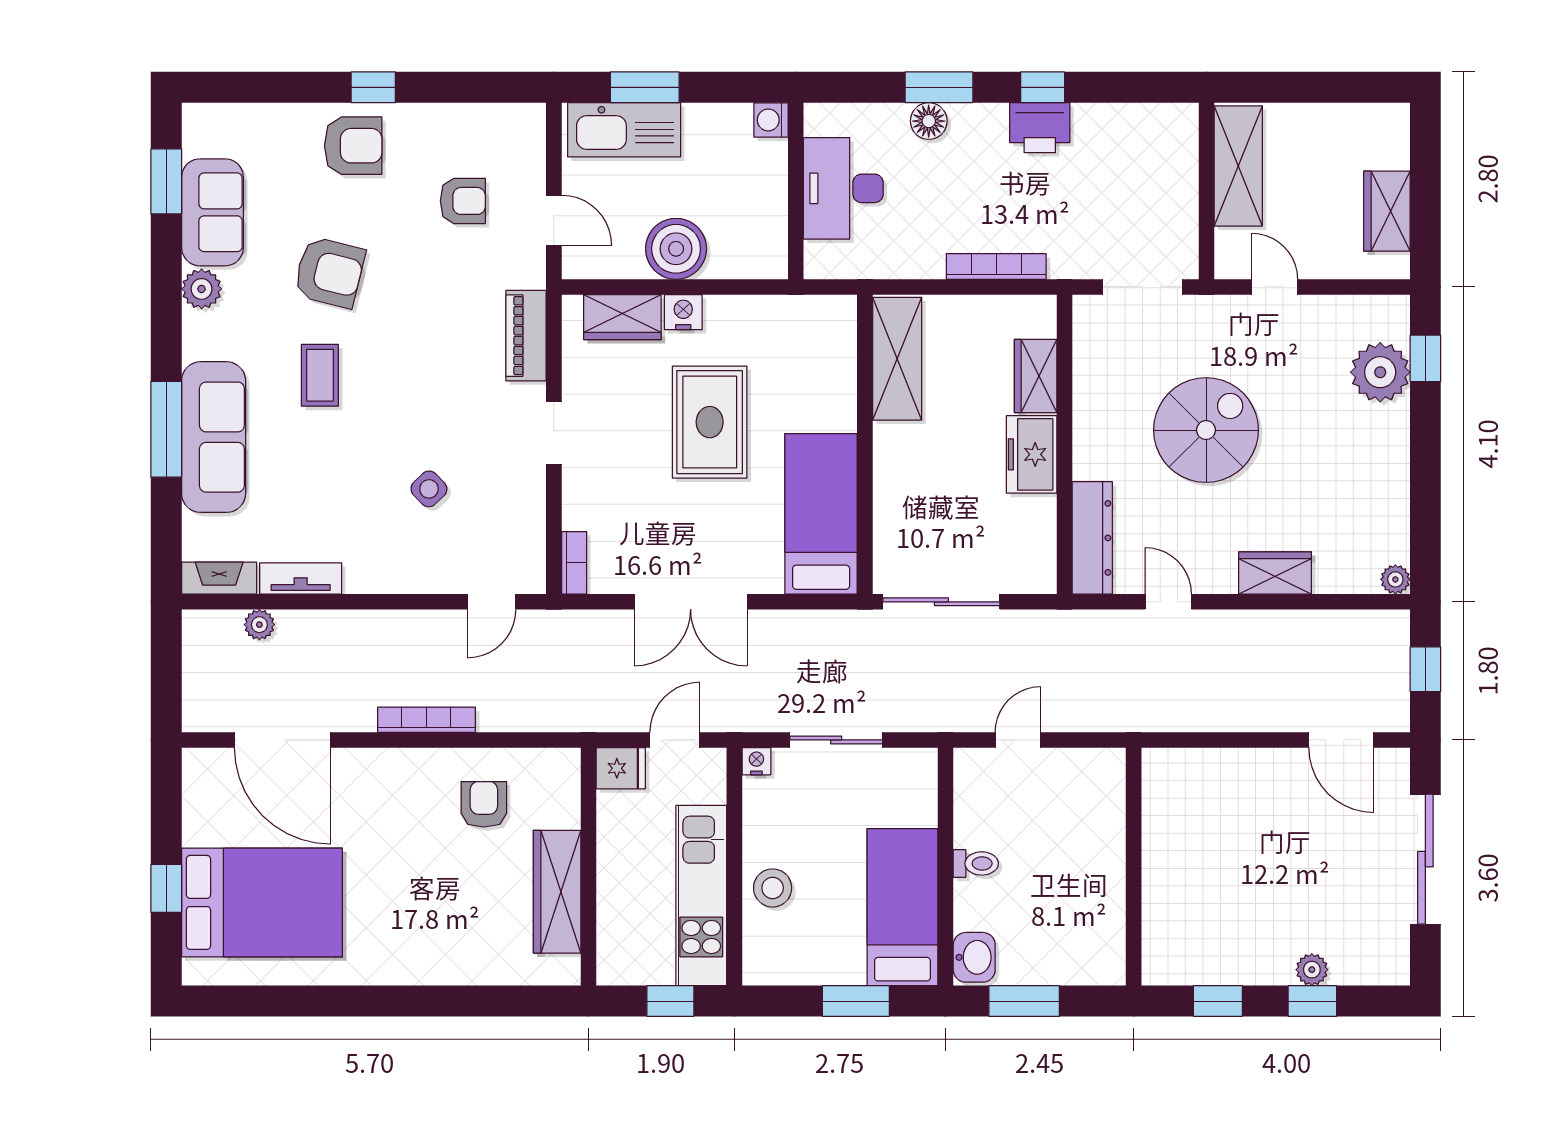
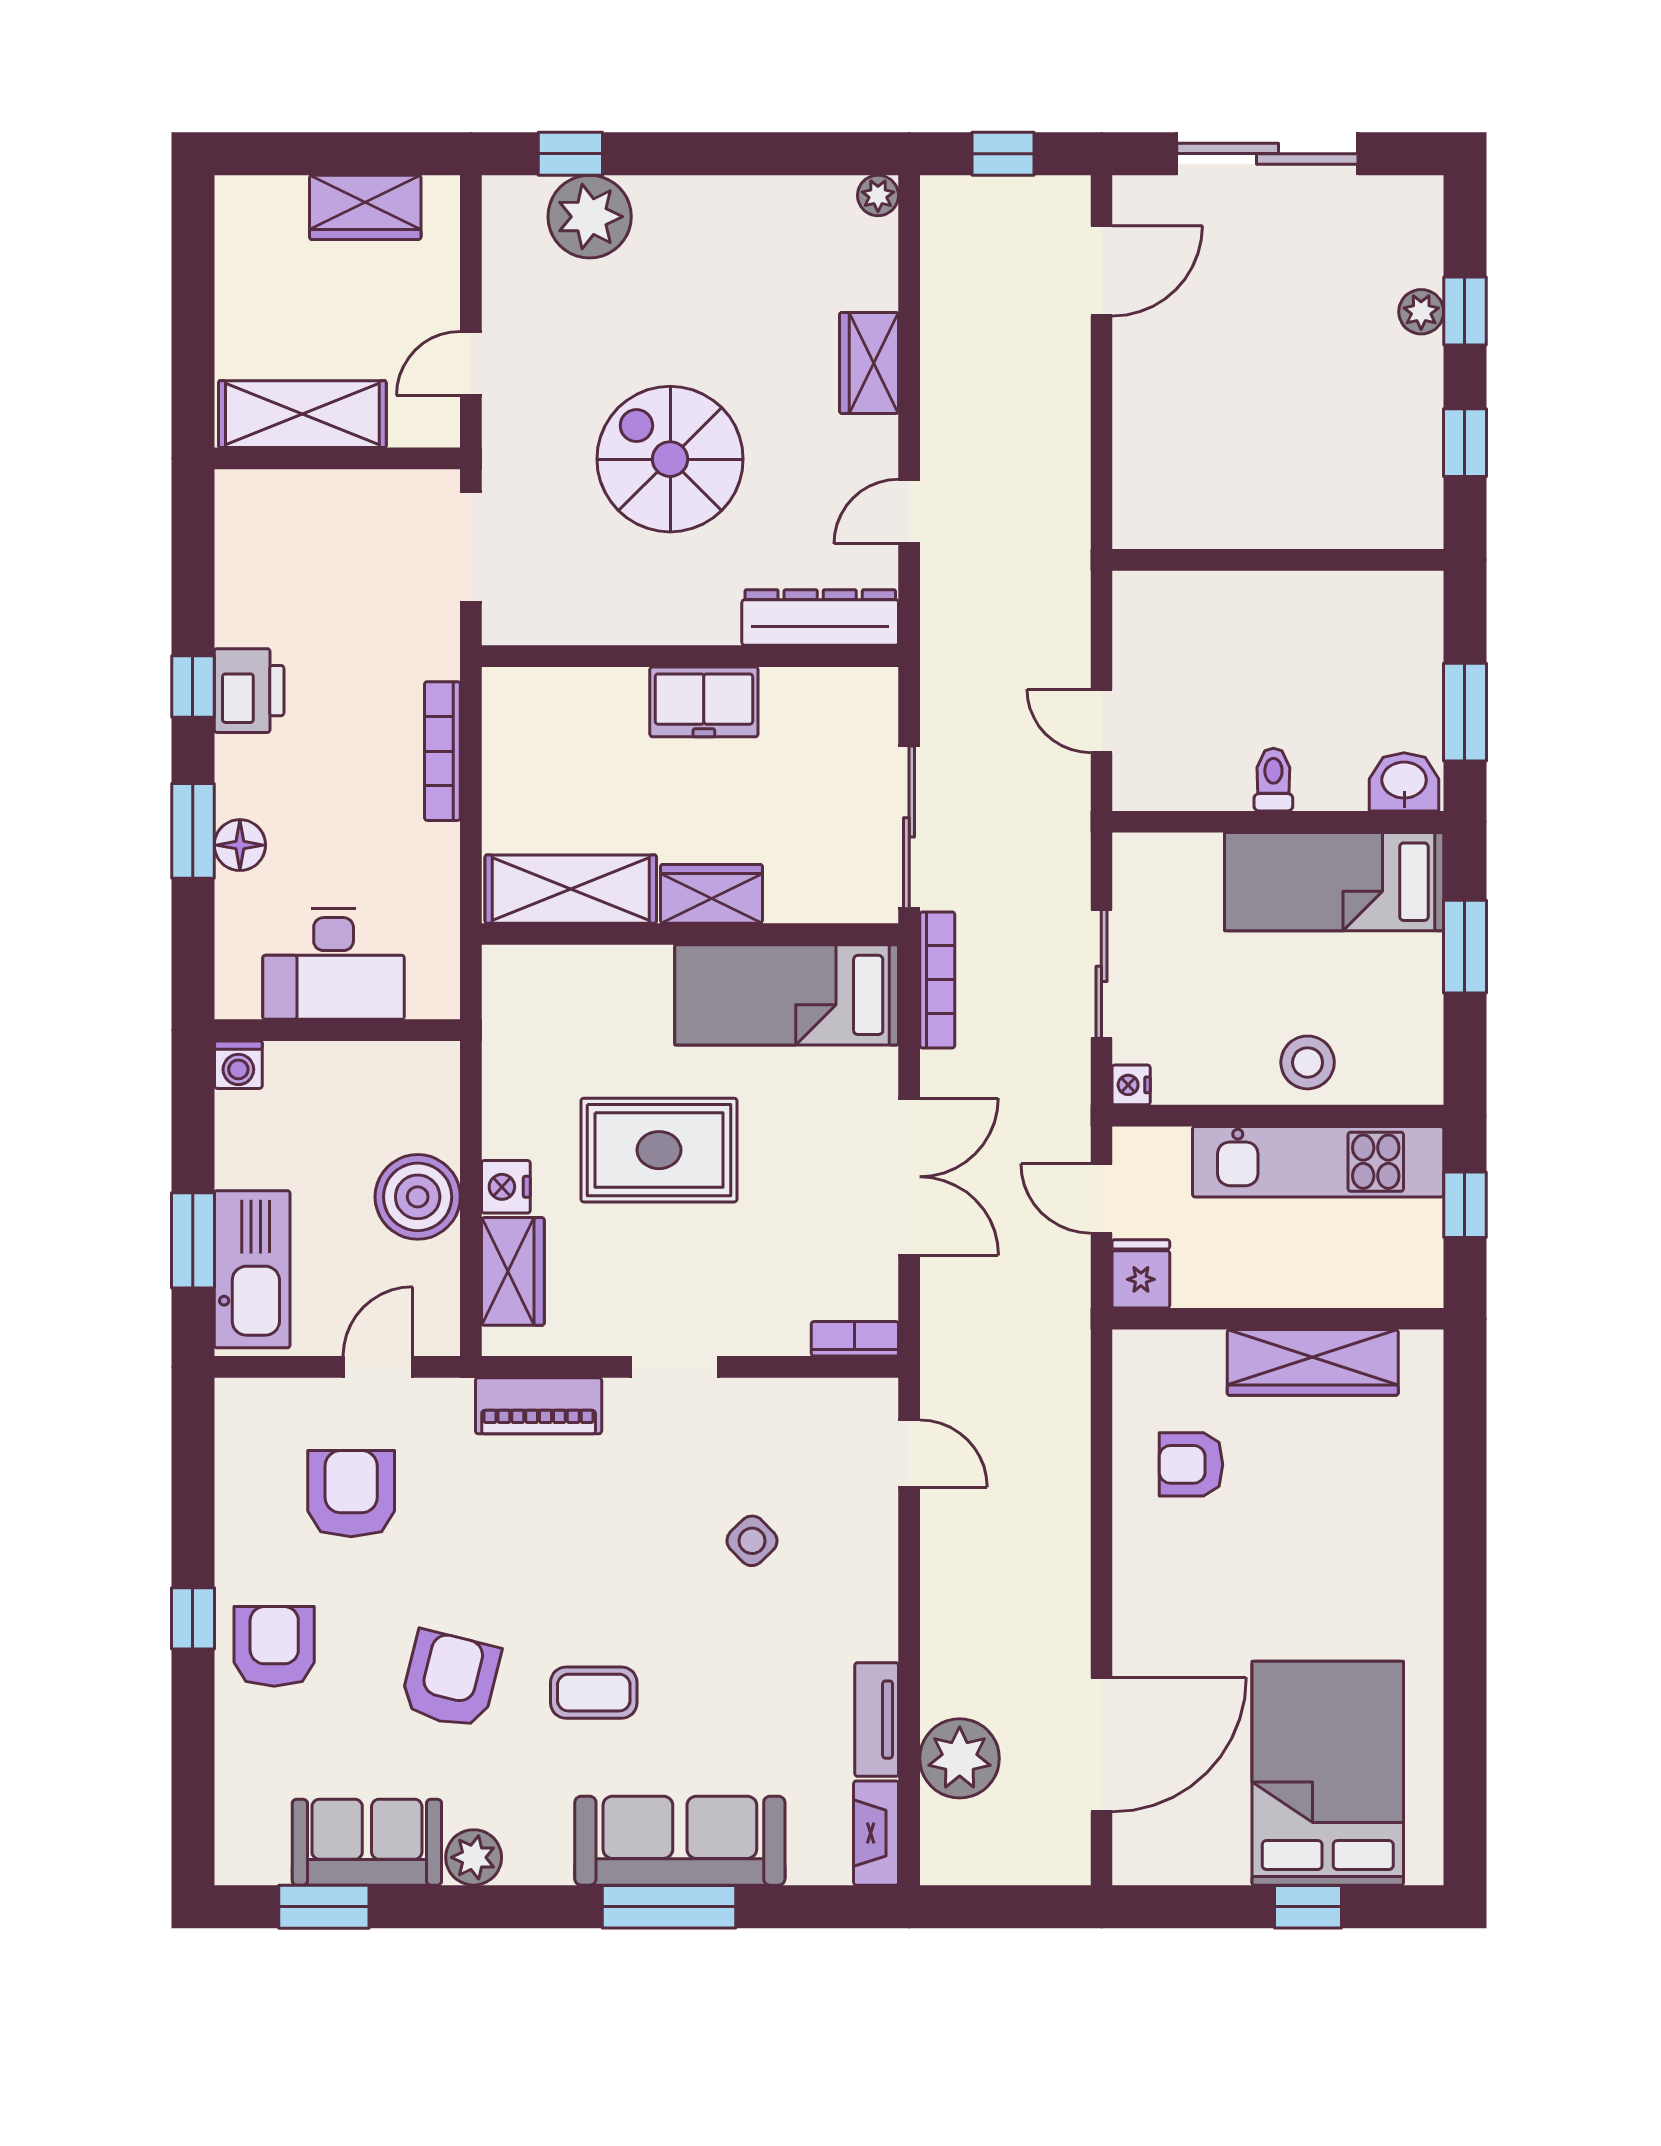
armchair: (463, 201) -> (351, 1494), width x1.38, depth x1.38
wardrobe: (1036, 376) -> (711, 894), moved, turned 180
plant: (259, 625) -> (960, 1758), width x1.87, depth x1.87
bookcase: (426, 720) -> (937, 980), moved, turned 180

